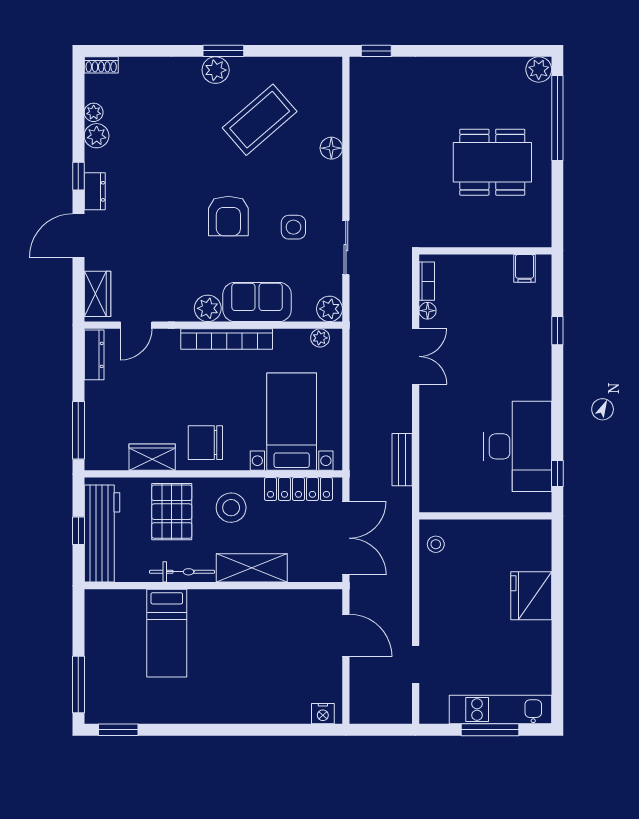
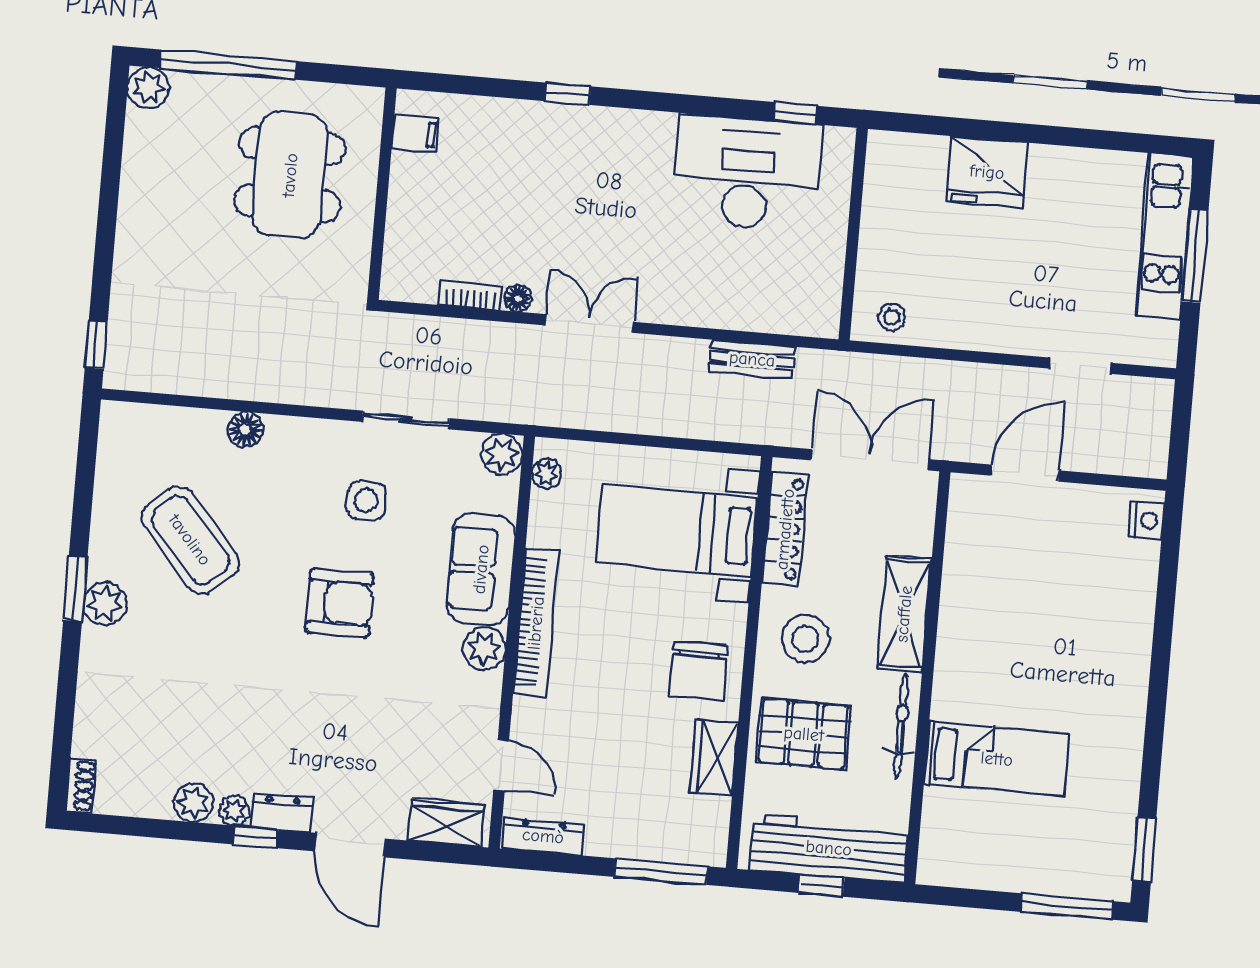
plant: (94, 112) -> (234, 811), moved
wall: (485, 251) -> (382, 194), moved
filing cabinet: (525, 268) -> (415, 134), moved

